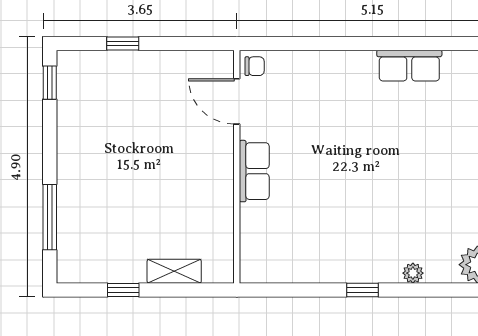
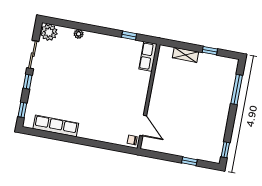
row of seats: (409, 66) -> (56, 126), width x1.48
row of seats: (254, 171) -> (148, 56), moved
window: (362, 290) -> (129, 36), moved

